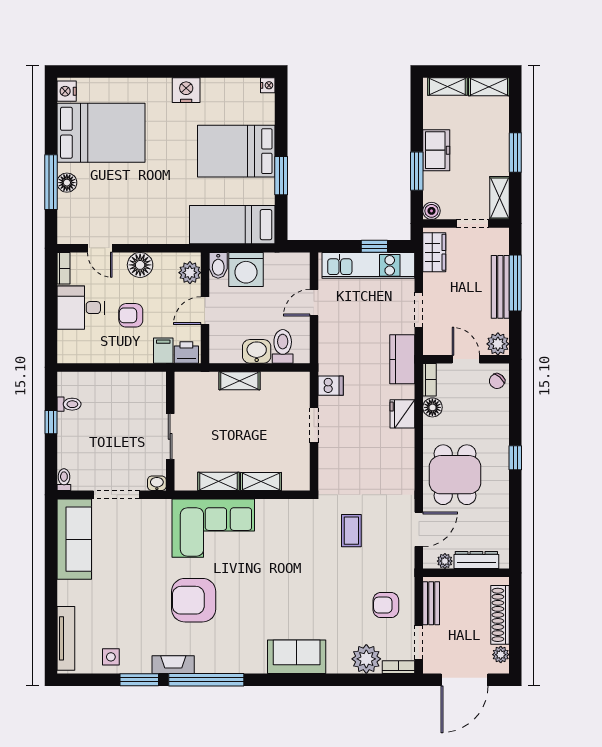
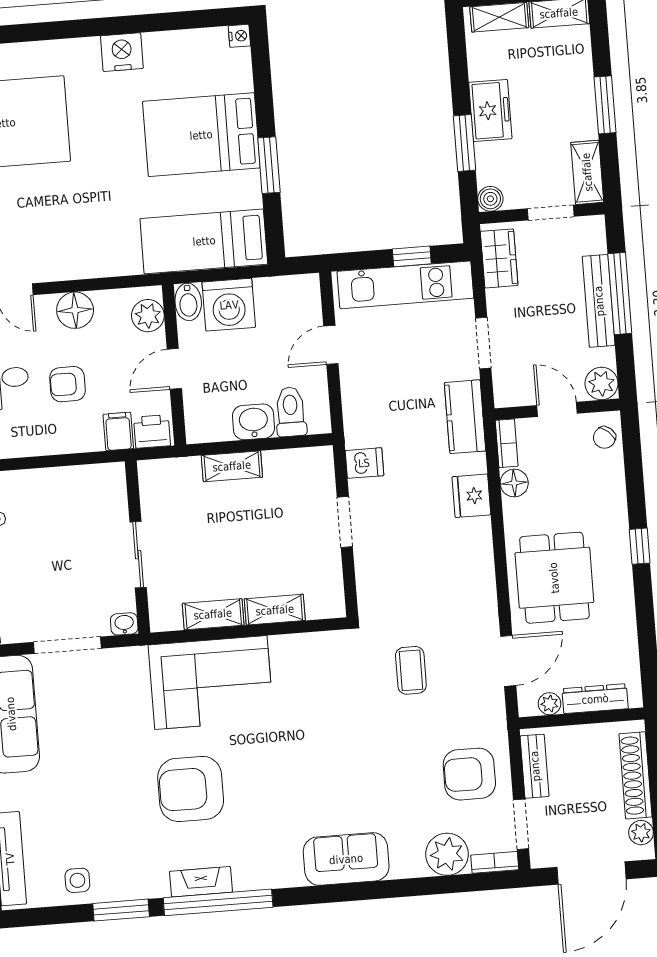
armchair: (386, 605) -> (469, 774), width x1.38, depth x1.38
fireplace: (173, 665) -> (201, 882), moved

